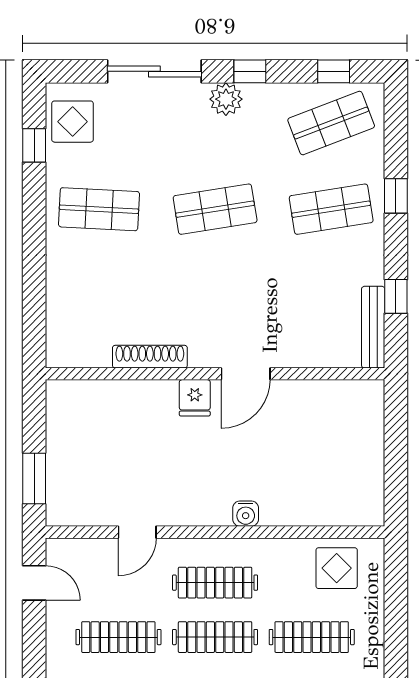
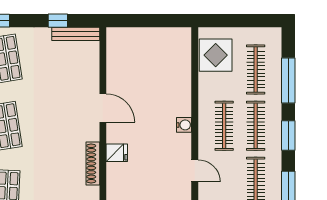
fridge: (195, 398) -> (117, 153), moved
water cooler: (246, 514) -> (184, 125), moved
display table: (337, 568) -> (216, 55), width x1.36, depth x1.36

